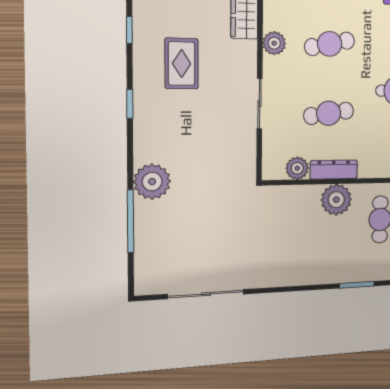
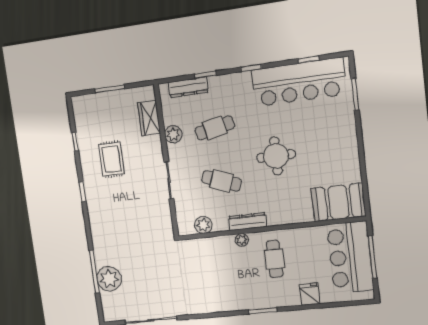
cafe table: (329, 113) -> (221, 181), turned 30
dresser: (334, 170) -> (248, 222), moved
plant: (152, 182) -> (109, 279), moved
plant: (336, 200) -> (242, 240), width x0.53, depth x0.53

